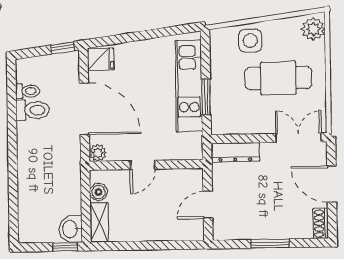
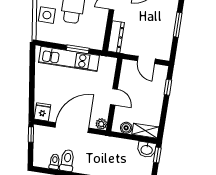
window: (172, 245) -> (168, 87), added

